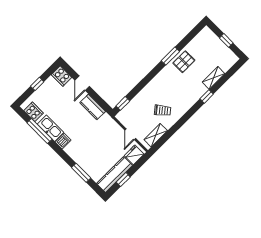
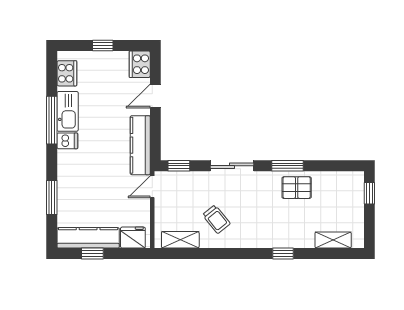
window: (226, 40) -> (369, 193), moved
shelving: (214, 78) -> (333, 240), moved
sliding door: (146, 80) -> (232, 166), added
kitchen counter: (93, 107) -> (140, 145), width x1.50
window: (39, 131) -> (52, 120), moved
door: (130, 134) -> (152, 187), moved

